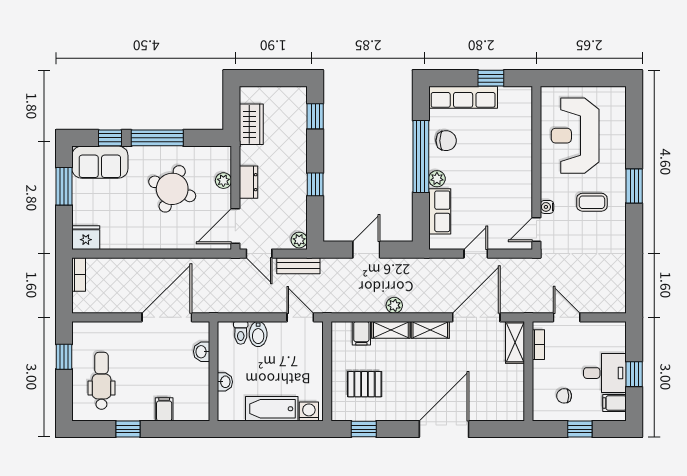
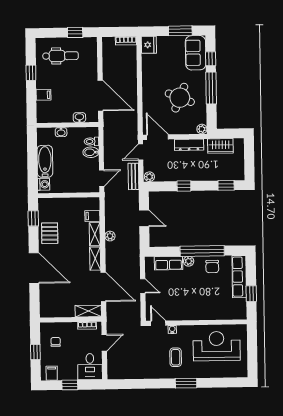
plant: (223, 181) -> (202, 129), moved
dresser: (249, 182) -> (189, 145), width x1.44
desk: (605, 373) -> (90, 367), moved
pallet: (365, 384) -> (50, 233), moved

